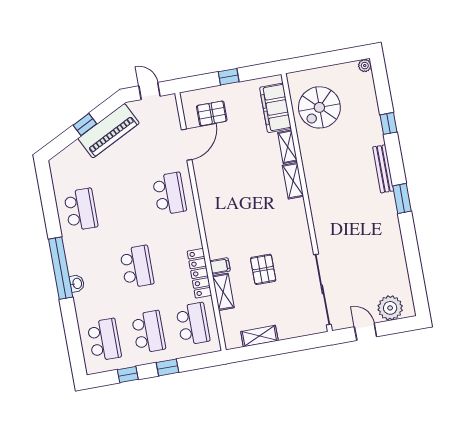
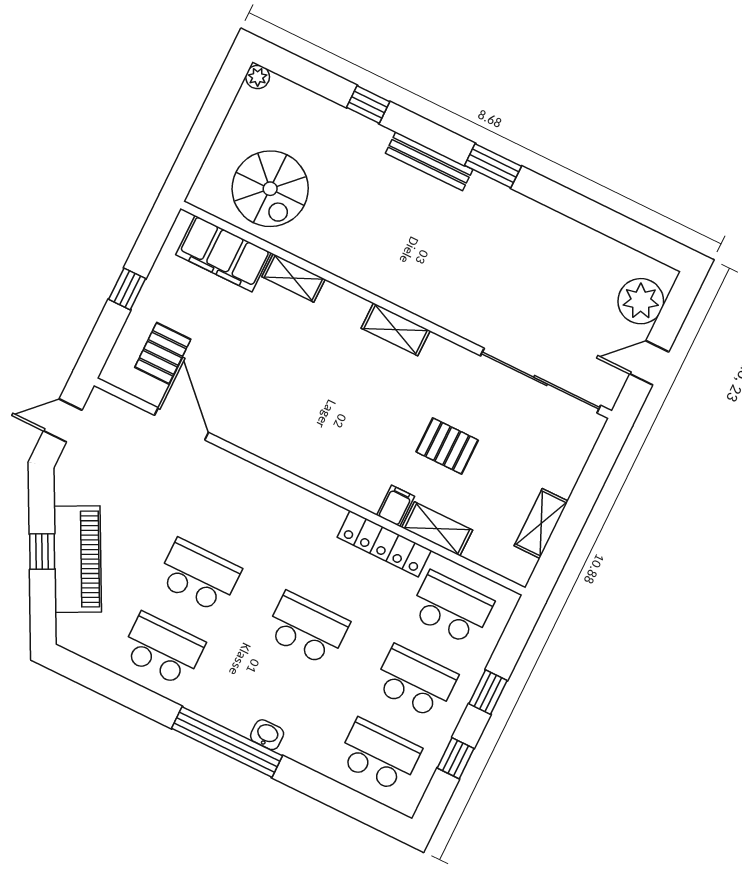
piano: (109, 131) -> (77, 559), moved
shelving: (293, 181) -> (396, 329), moved
school desk: (169, 194) -> (199, 576), moved

